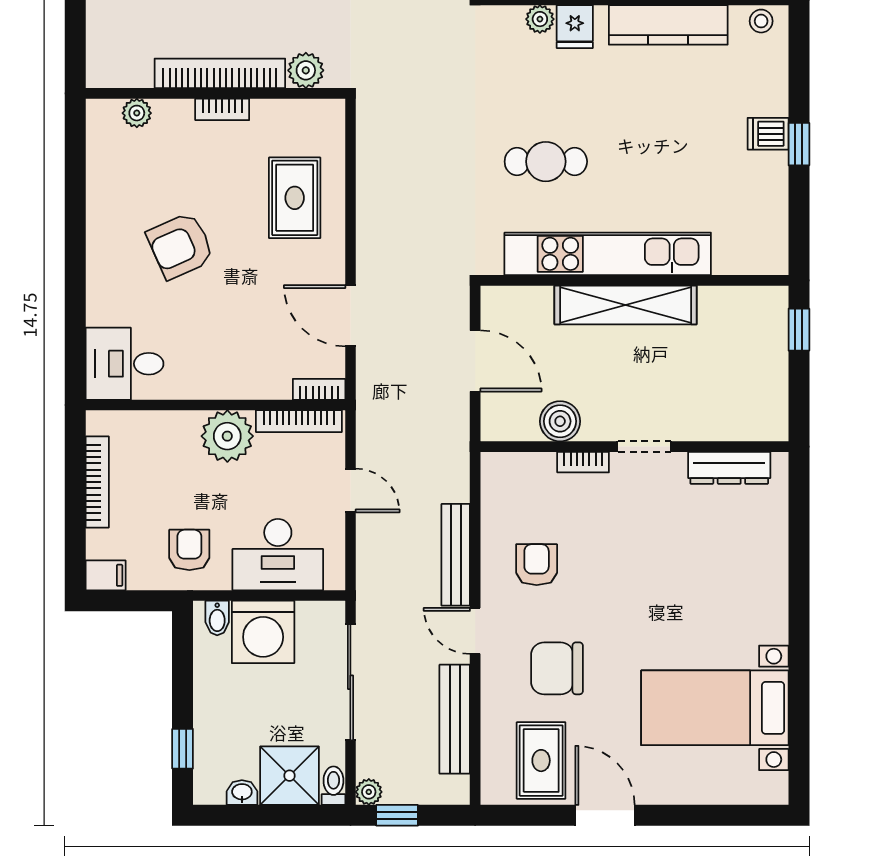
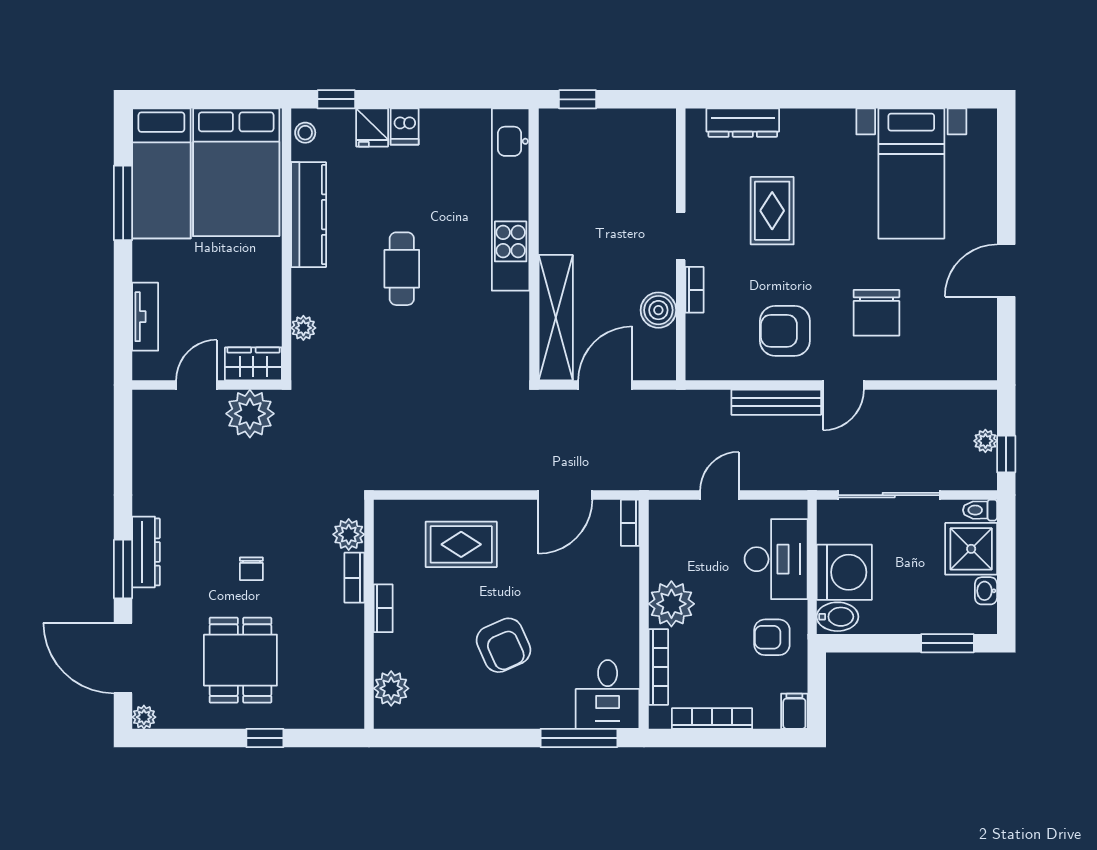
fridge: (575, 27) -> (372, 128), moved, turned 90
bookcase: (220, 73) -> (354, 578), width x0.43, depth x0.76
plant: (137, 113) -> (391, 688), width x1.38, depth x1.38
window: (799, 144) -> (336, 99), moved
cafe table: (546, 162) -> (402, 269), moved
kitchen unit: (608, 254) -> (511, 200), moved
shelving: (626, 305) -> (556, 318), moved
window: (75, 331) -> (579, 738), added
bookcase: (299, 421) -> (658, 667), moved
dresser: (729, 468) -> (743, 123), moved, turned 90
armchair: (537, 565) -> (785, 331), width x1.38, depth x1.38
bidet: (217, 618) -> (838, 617), width x1.38, depth x1.36
bench: (455, 719) -> (921, 403), removed
window: (183, 749) -> (947, 643), width x1.50
rug: (541, 761) -> (772, 211), moved, turned 90
plant: (369, 792) -> (985, 441), moved

